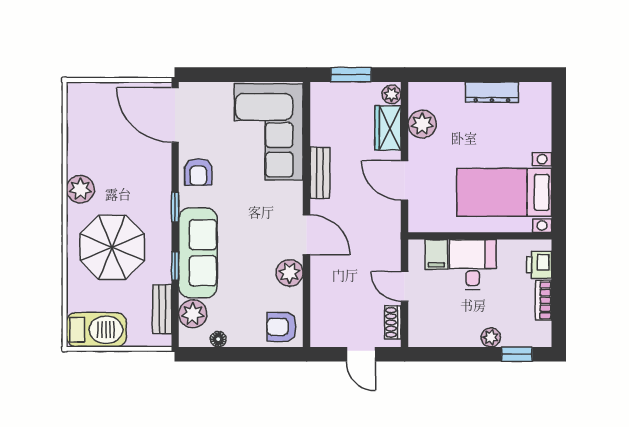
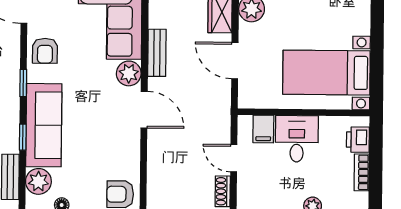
plant: (290, 273) -> (129, 73), moved

